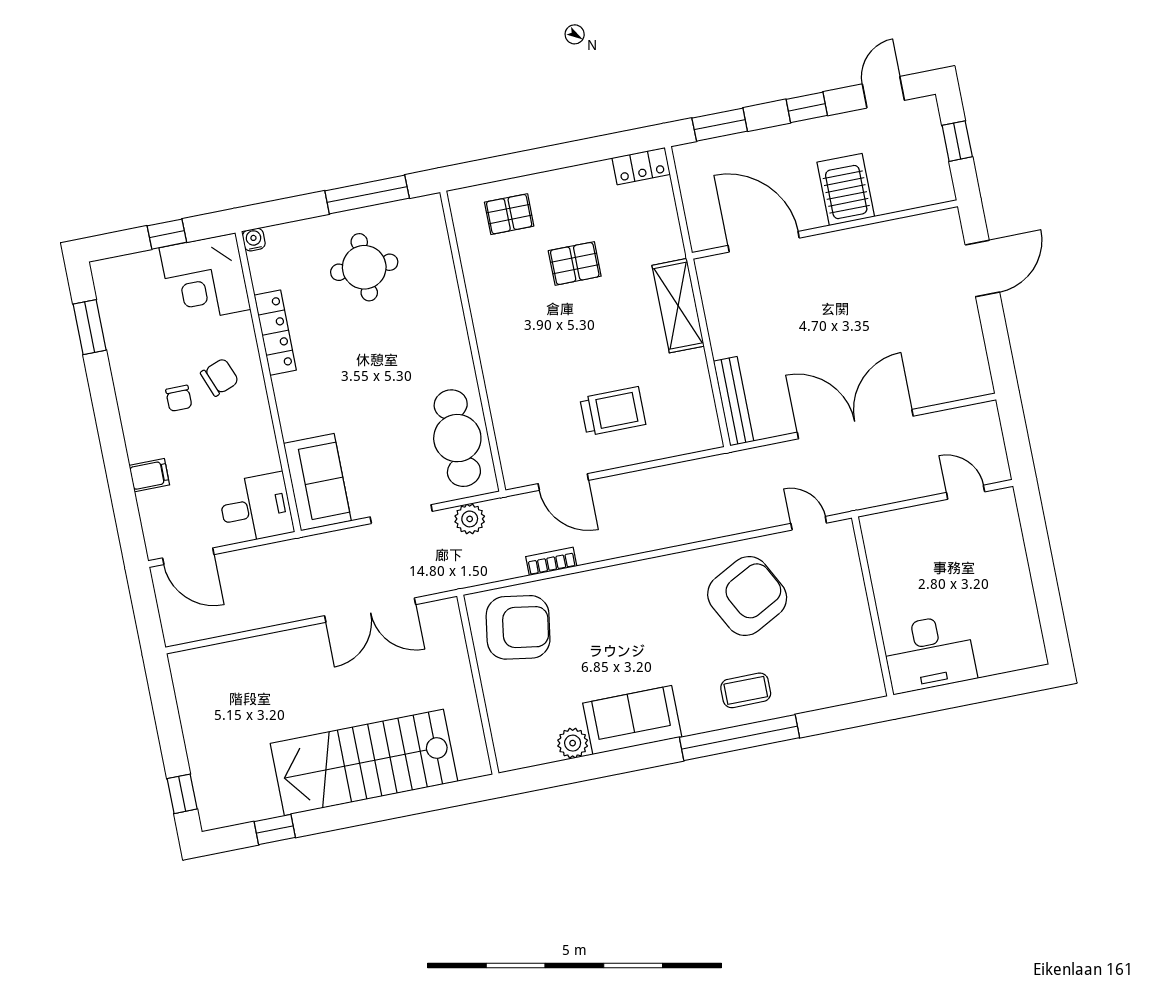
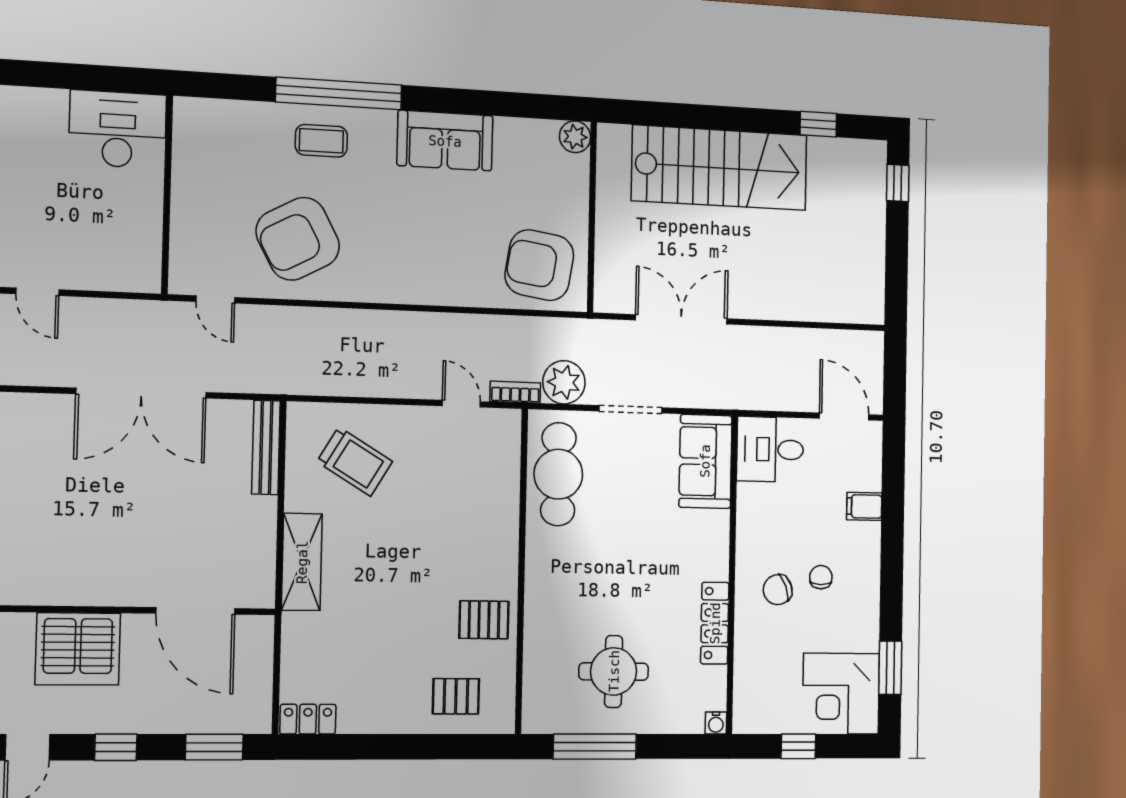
server rack: (846, 189) -> (78, 649), width x1.60
pallet: (575, 263) -> (484, 620), moved
corner desk: (205, 279) -> (841, 694), moved, turned 180
trolley: (613, 411) -> (355, 462), moved, turned -149
door: (563, 482) -> (461, 404), width x0.73
plant: (470, 519) -> (564, 382), width x1.36, depth x1.36
bookcase: (551, 561) -> (515, 392), moved, turned 180
plant: (573, 743) -> (575, 137), moved

